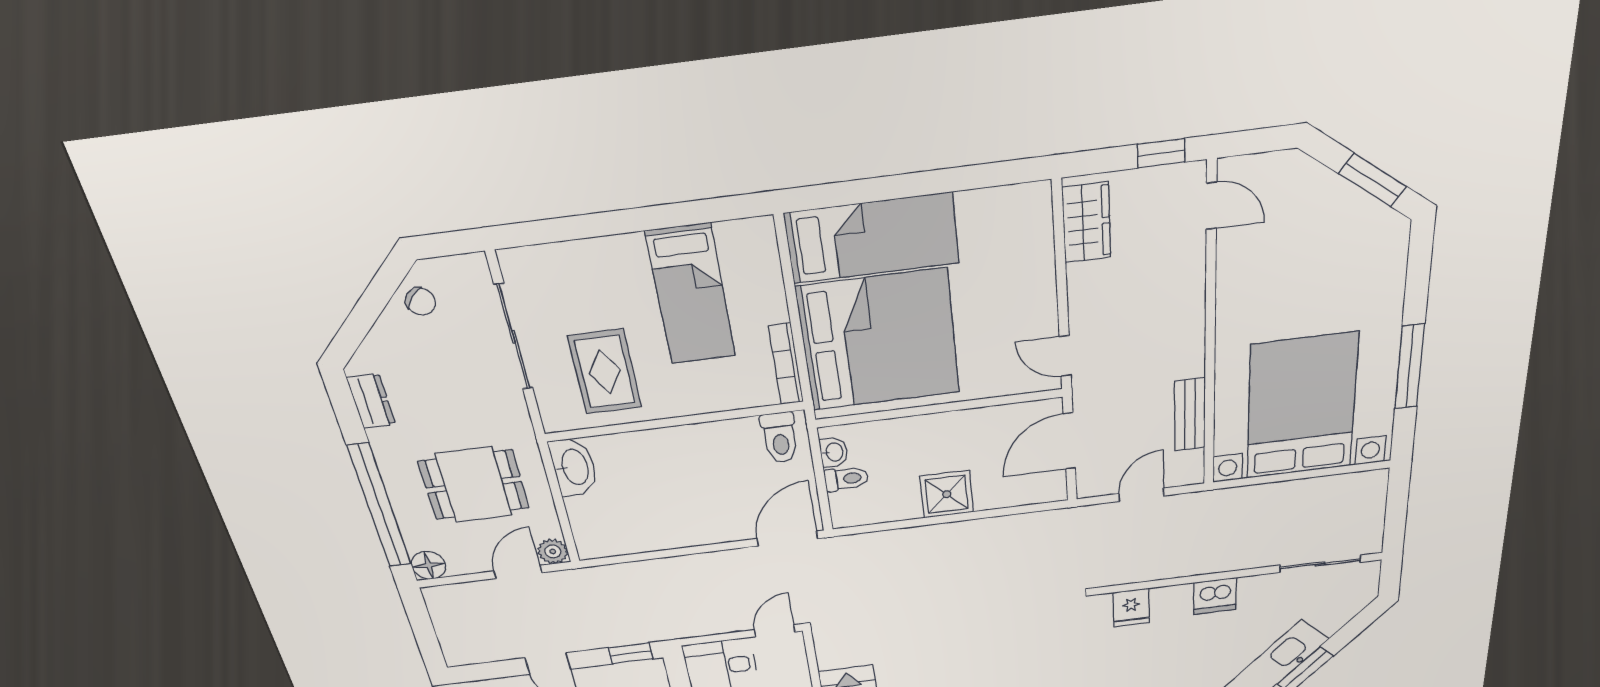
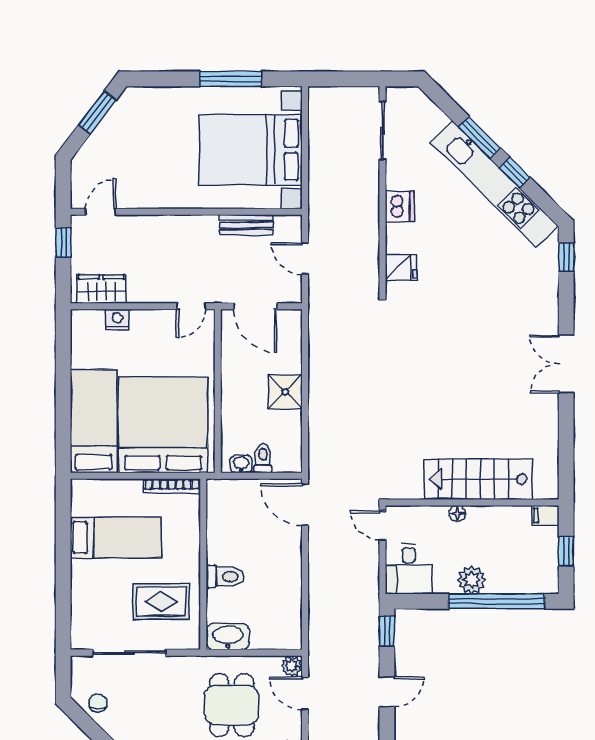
nightstand: (1039, 253) -> (117, 319), added
chair: (421, 301) -> (98, 703), turned -42
toilet: (780, 438) -> (225, 576), moved

